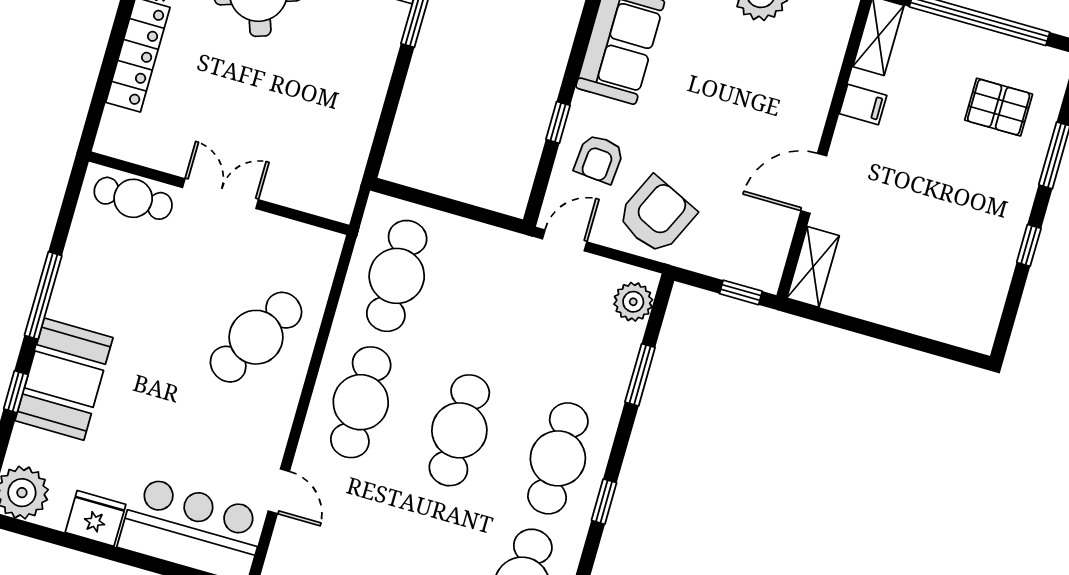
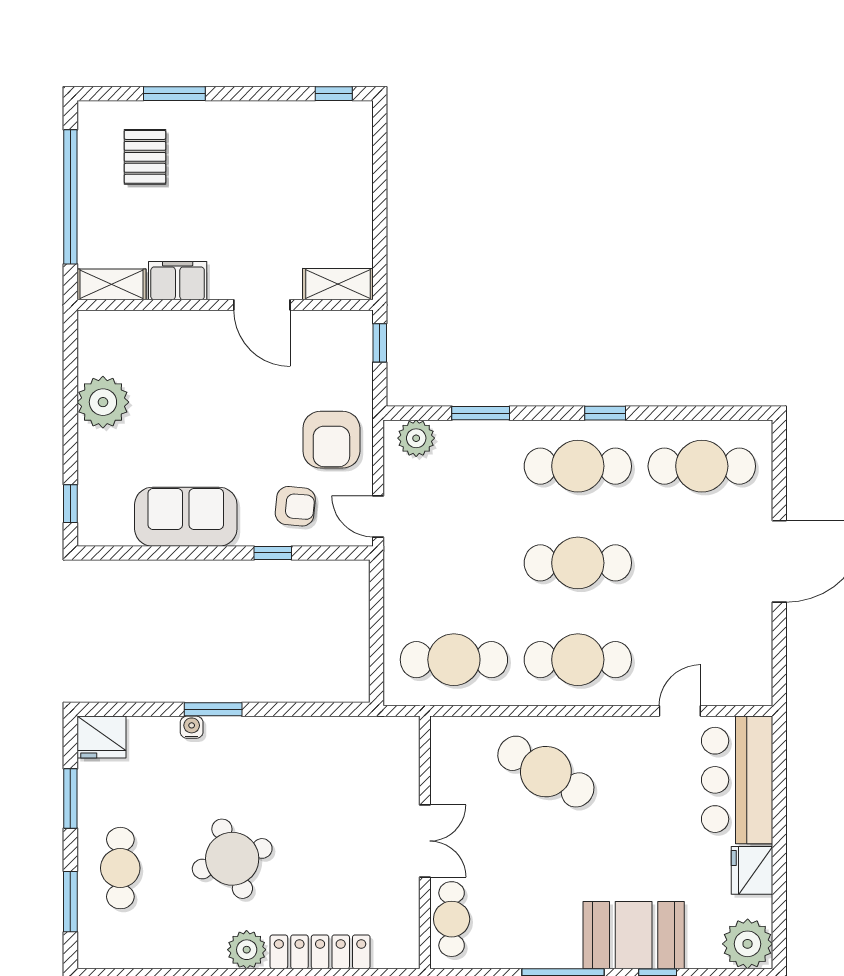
filing cabinet: (863, 104) -> (178, 281), width x2.00
double door: (220, 194) -> (425, 841), swing flipped
armchair: (656, 215) -> (331, 440), turned -115
window: (1029, 245) -> (334, 94), moved

